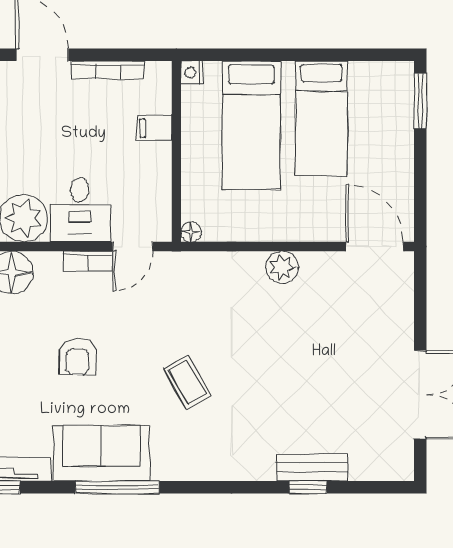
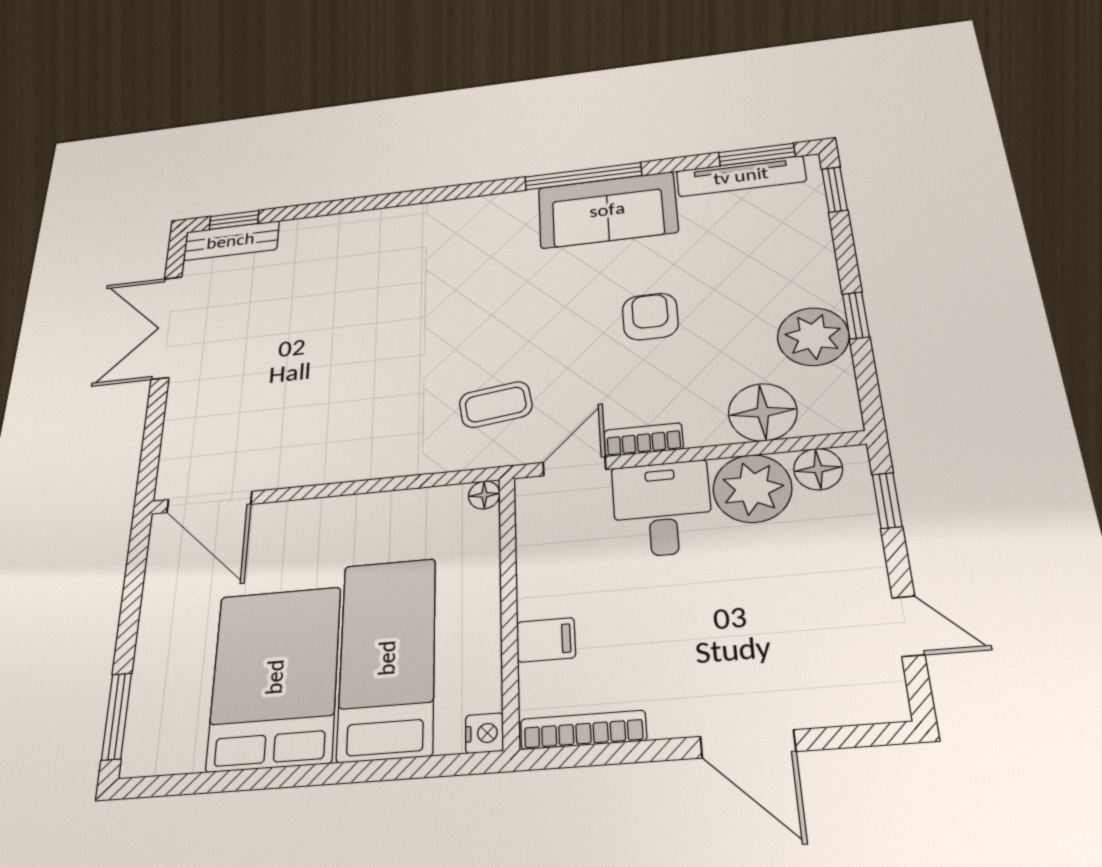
bookcase: (108, 70) -> (583, 730), moved
bed: (321, 118) -> (275, 677), width x1.50
plant: (282, 267) -> (347, 461), removed
coffee table: (187, 382) -> (496, 405), moved, turned -69
bench: (312, 467) -> (231, 241), moved
window: (308, 487) -> (234, 220), moved

